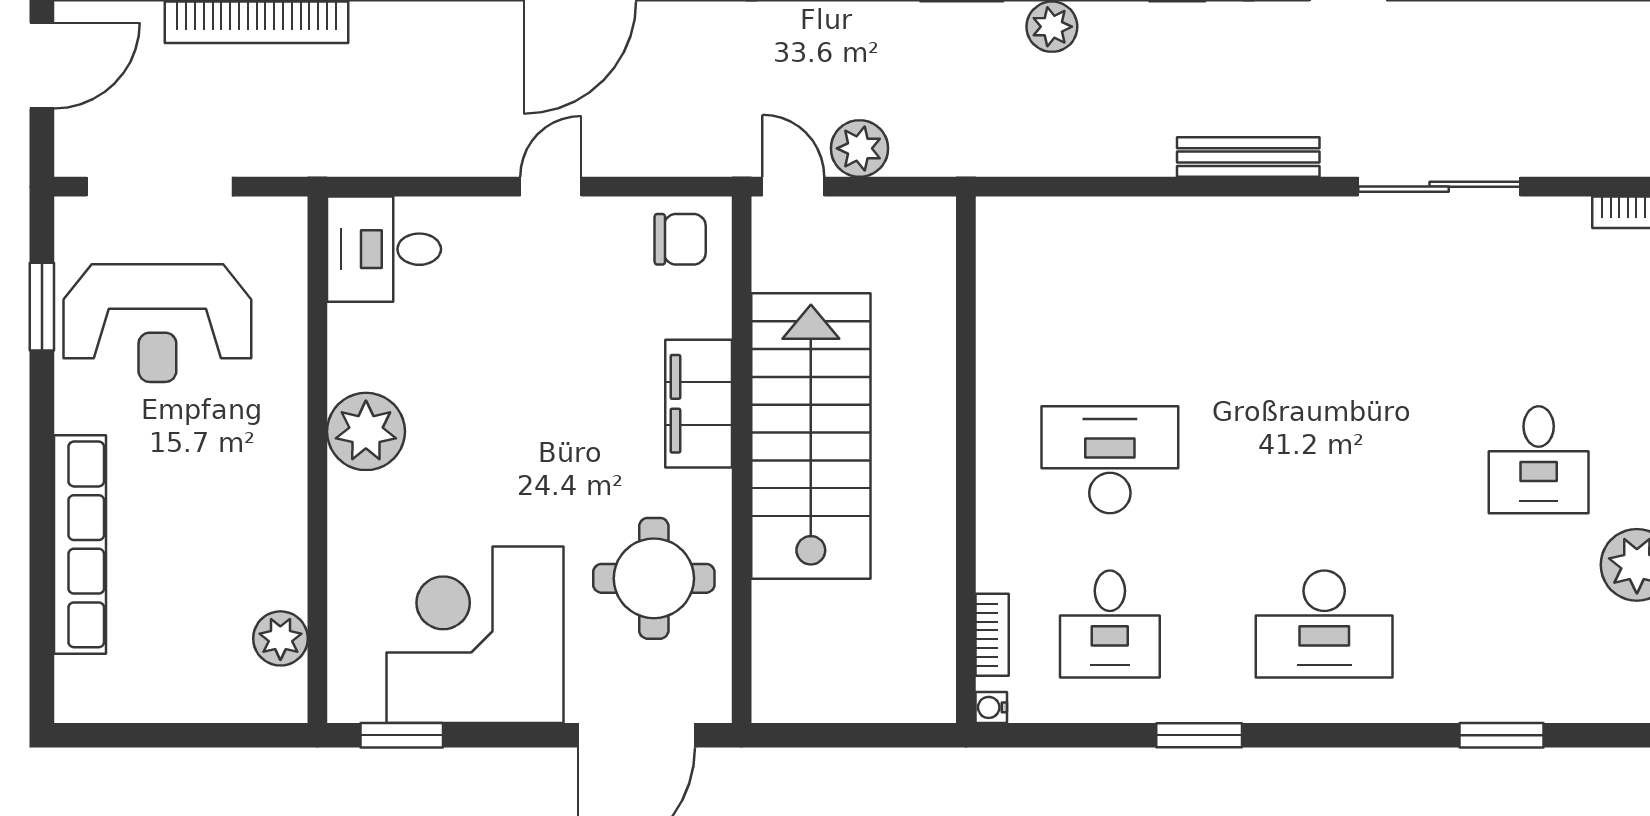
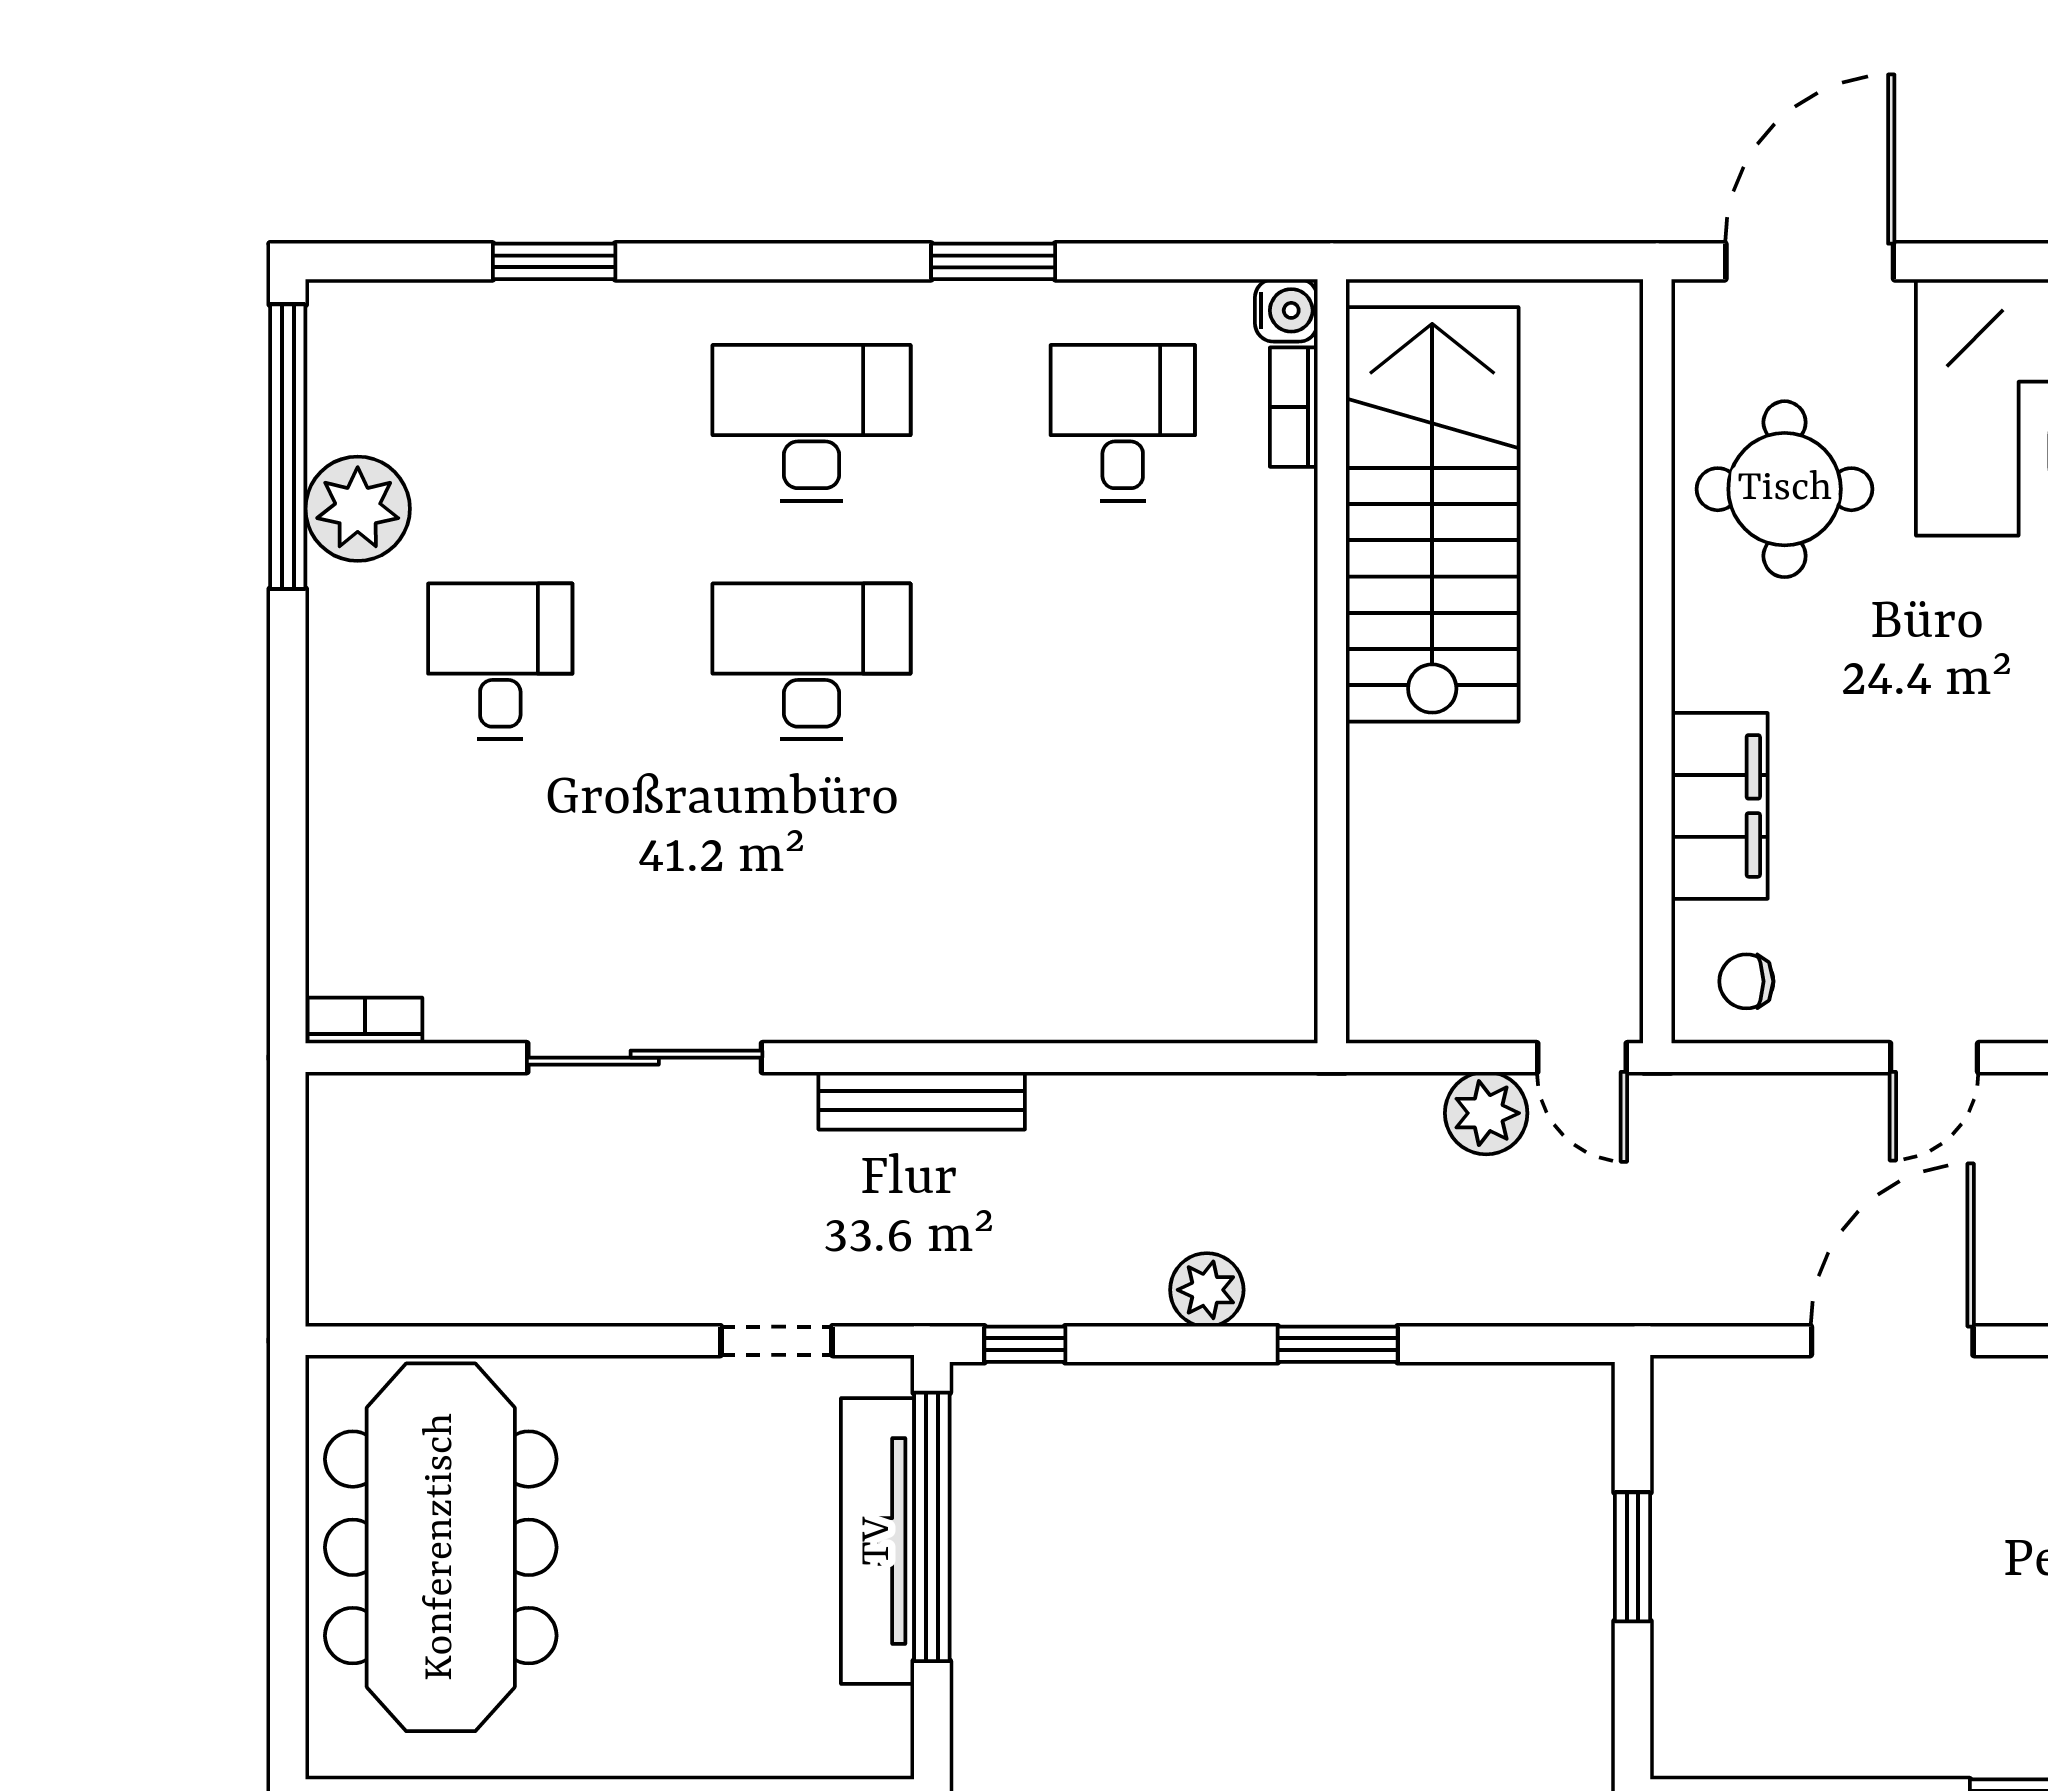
chair: (680, 239) -> (1746, 981), width x0.73, depth x0.73
filing cabinet: (699, 404) -> (1720, 806), moved
stairs: (811, 436) -> (1432, 514), moved, turned 180
desk: (1110, 460) -> (811, 661), moved, turned 180
water cooler: (991, 707) -> (1286, 310), width x1.38, depth x1.38

